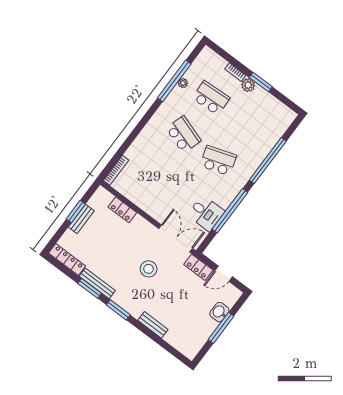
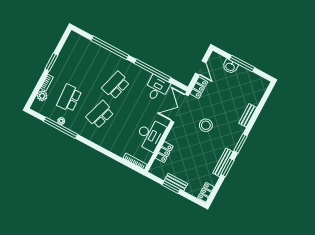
plant: (248, 85) -> (42, 96), moved
school desk: (218, 161) -> (116, 85), turned 33
desk: (148, 195) -> (150, 135), added
locker: (67, 260) -> (206, 192), width x0.66

